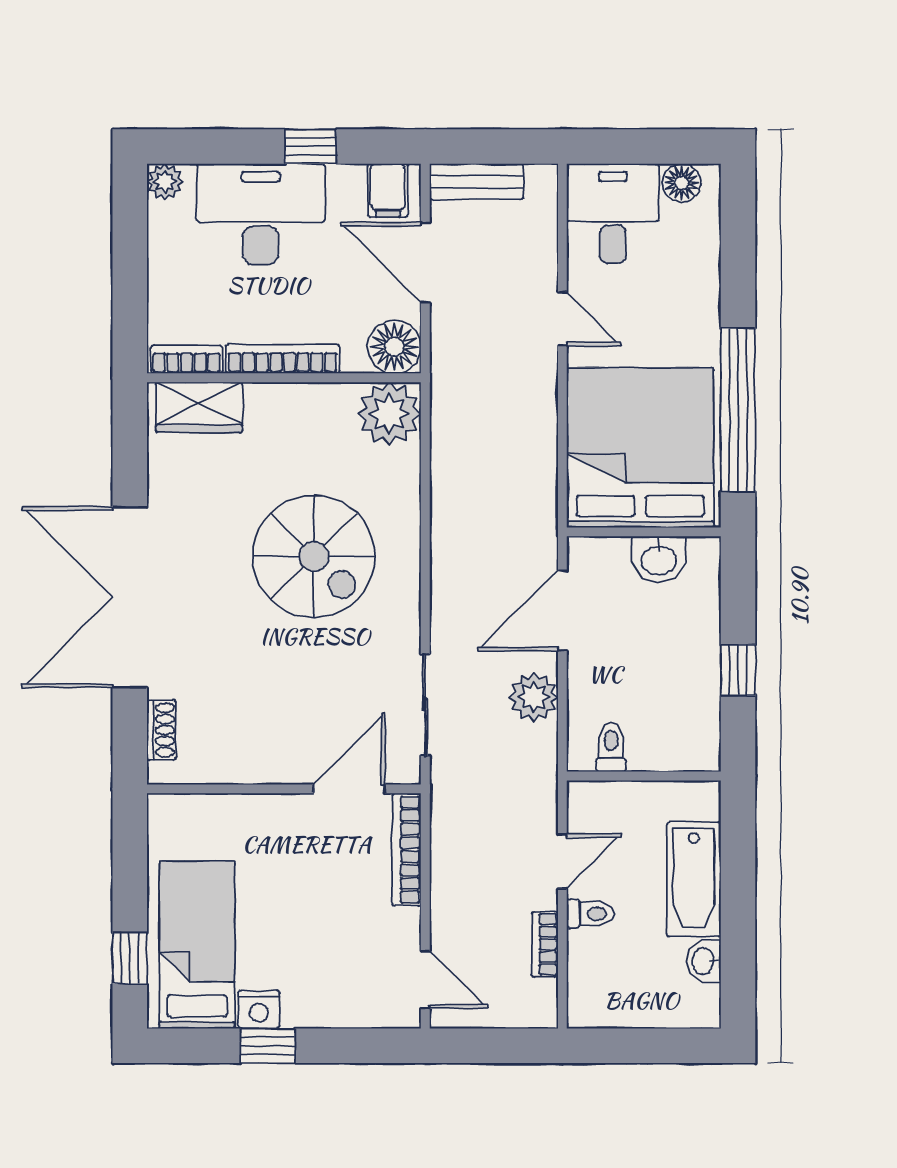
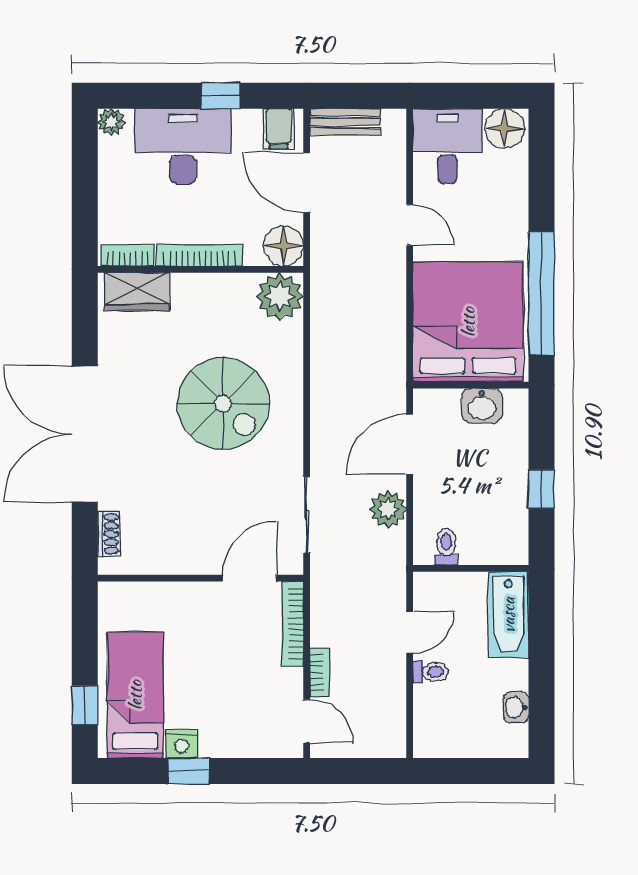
floor lamp: (682, 183) -> (505, 128), width x1.38, depth x1.38
bathtub: (694, 879) -> (508, 615), moved
bookcase: (545, 944) -> (320, 672), moved, turned 180

